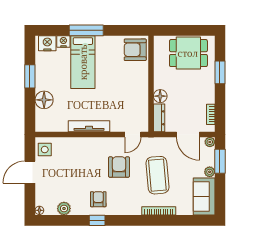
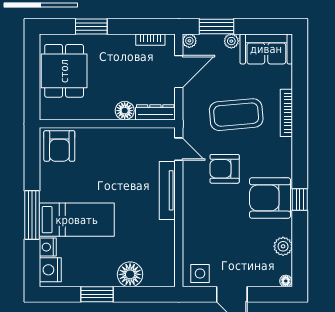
tv unit: (89, 126) -> (167, 190), moved
armchair: (98, 199) -> (270, 198), width x1.88, depth x1.88

